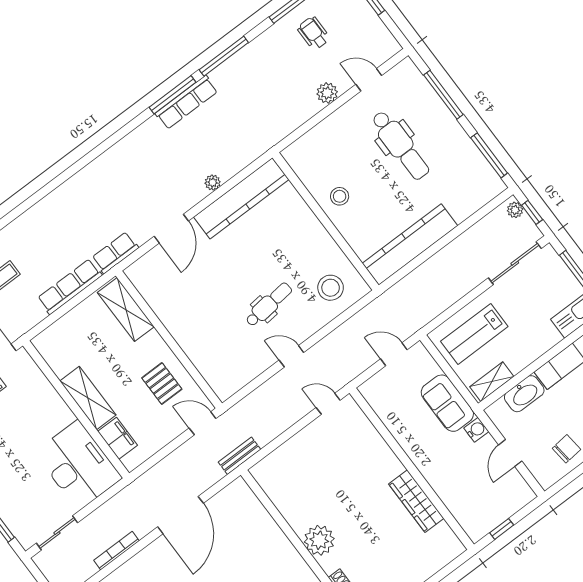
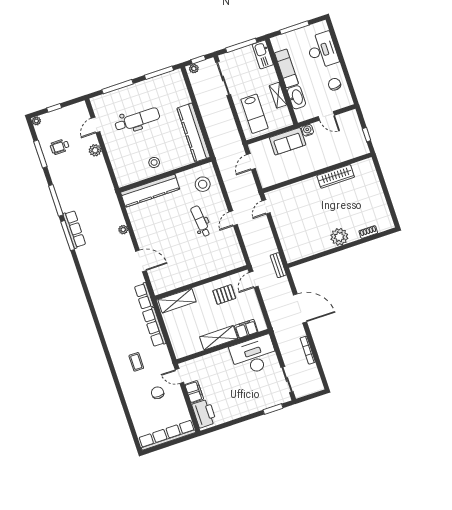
kitchen counter: (241, 198) -> (150, 191), moved, turned 90
shelving: (492, 382) -> (278, 95), moved

